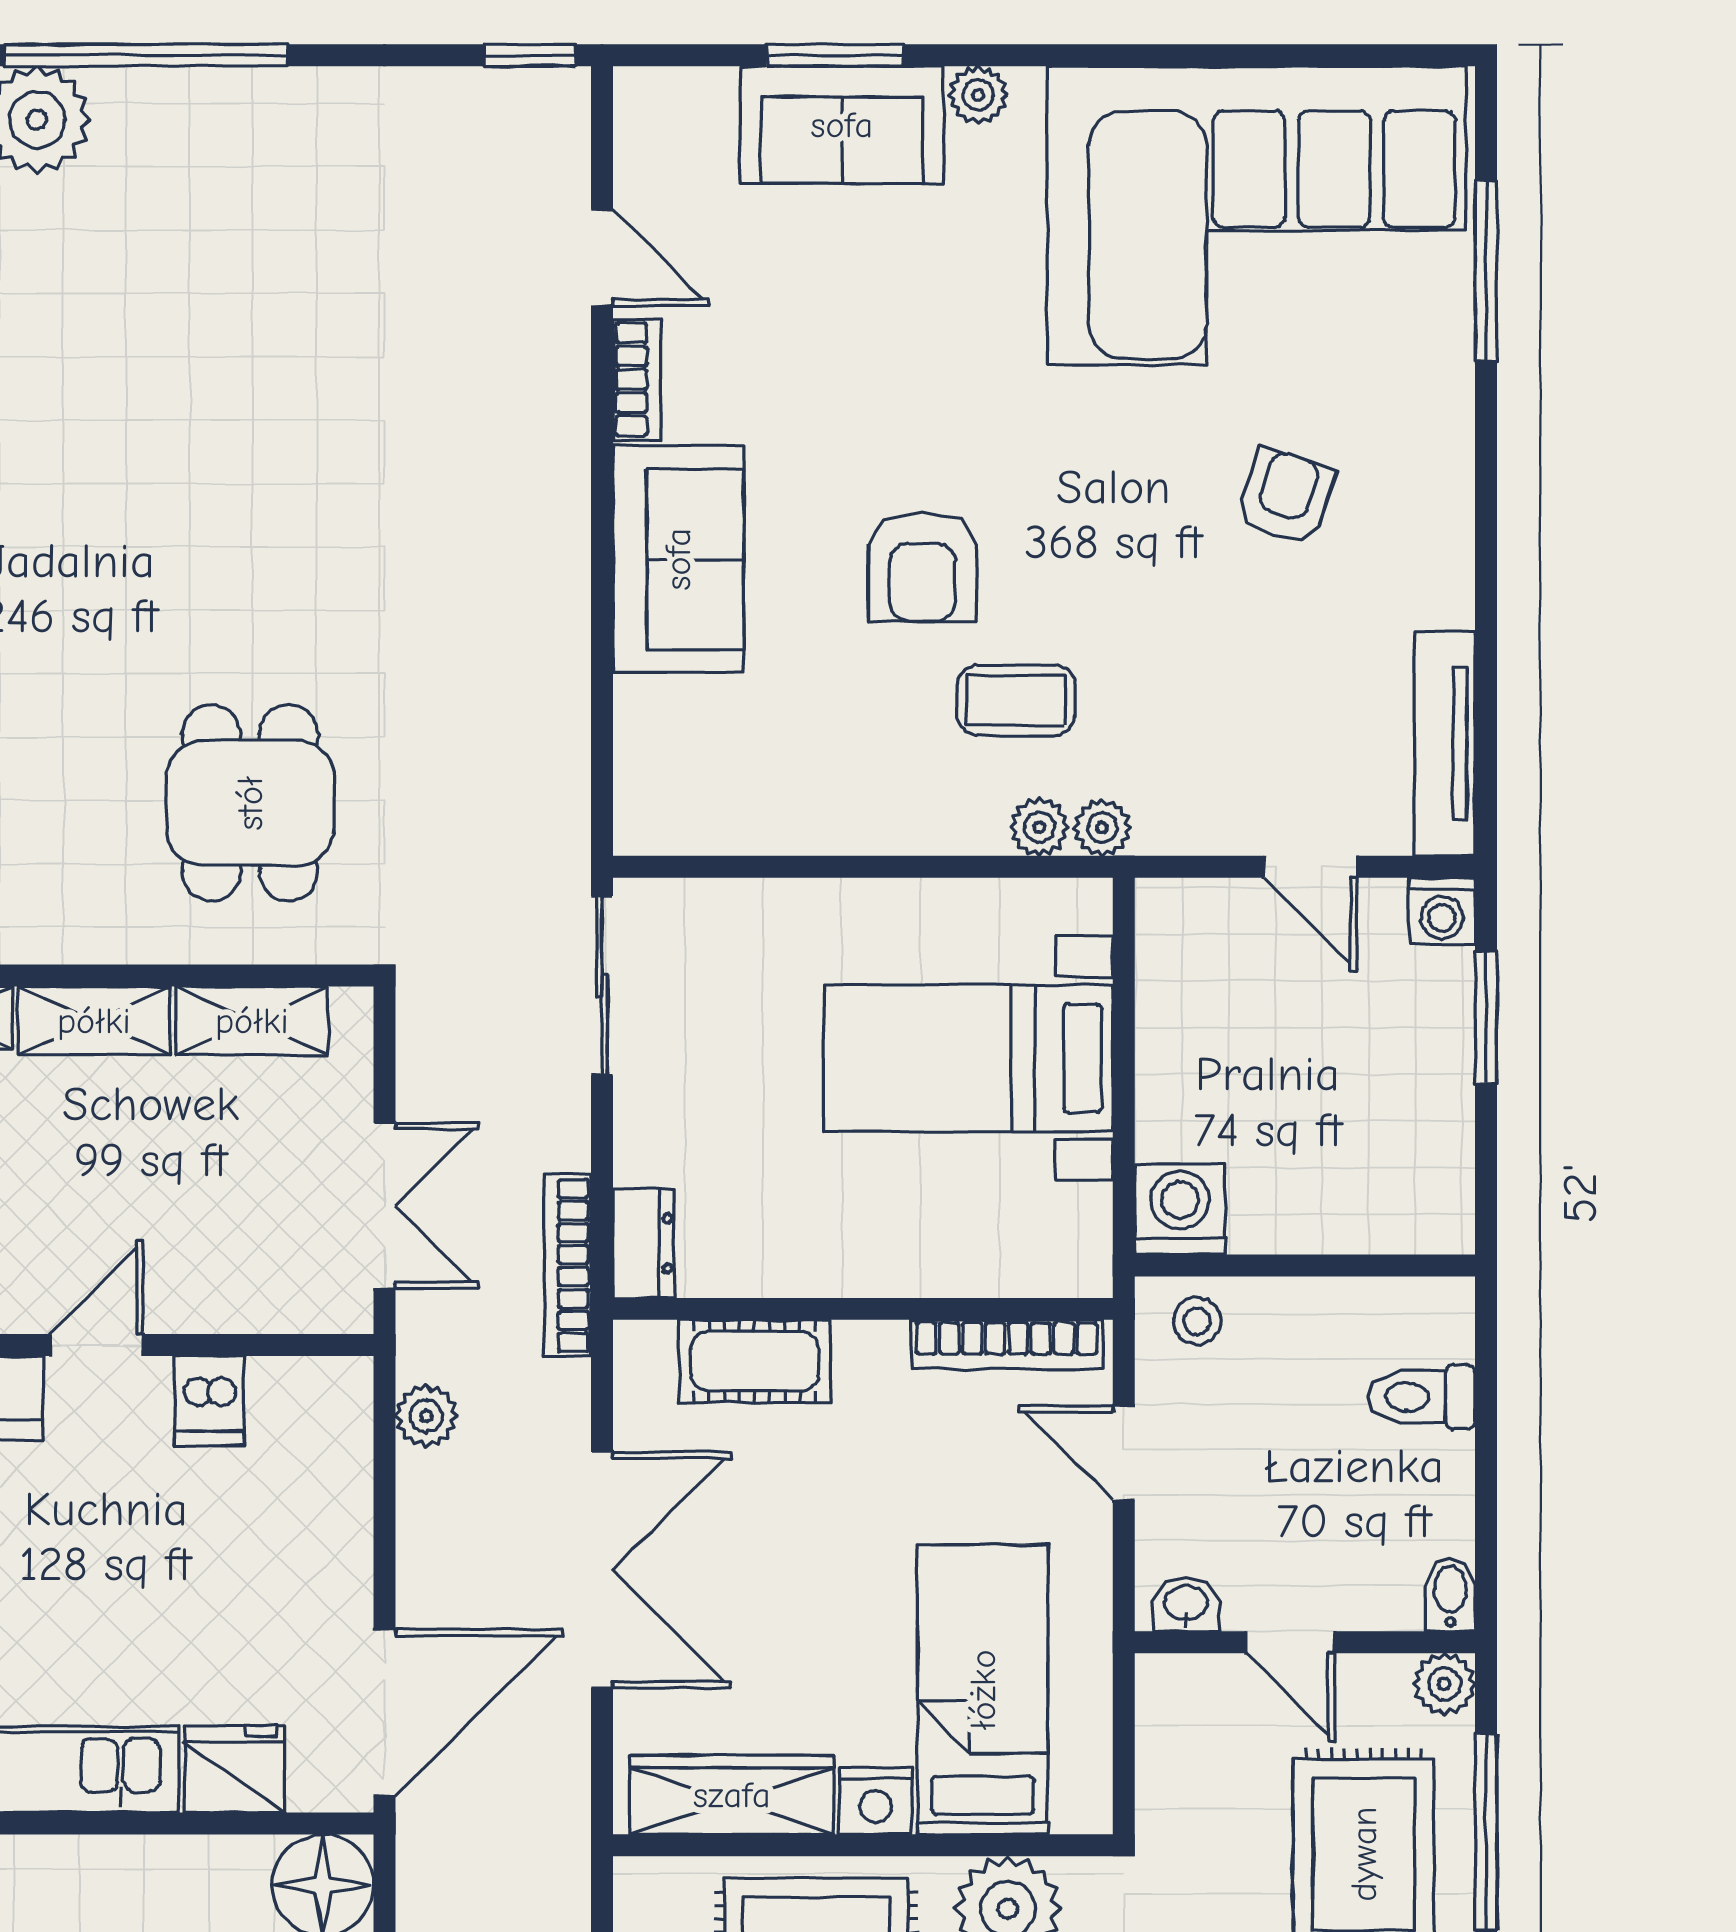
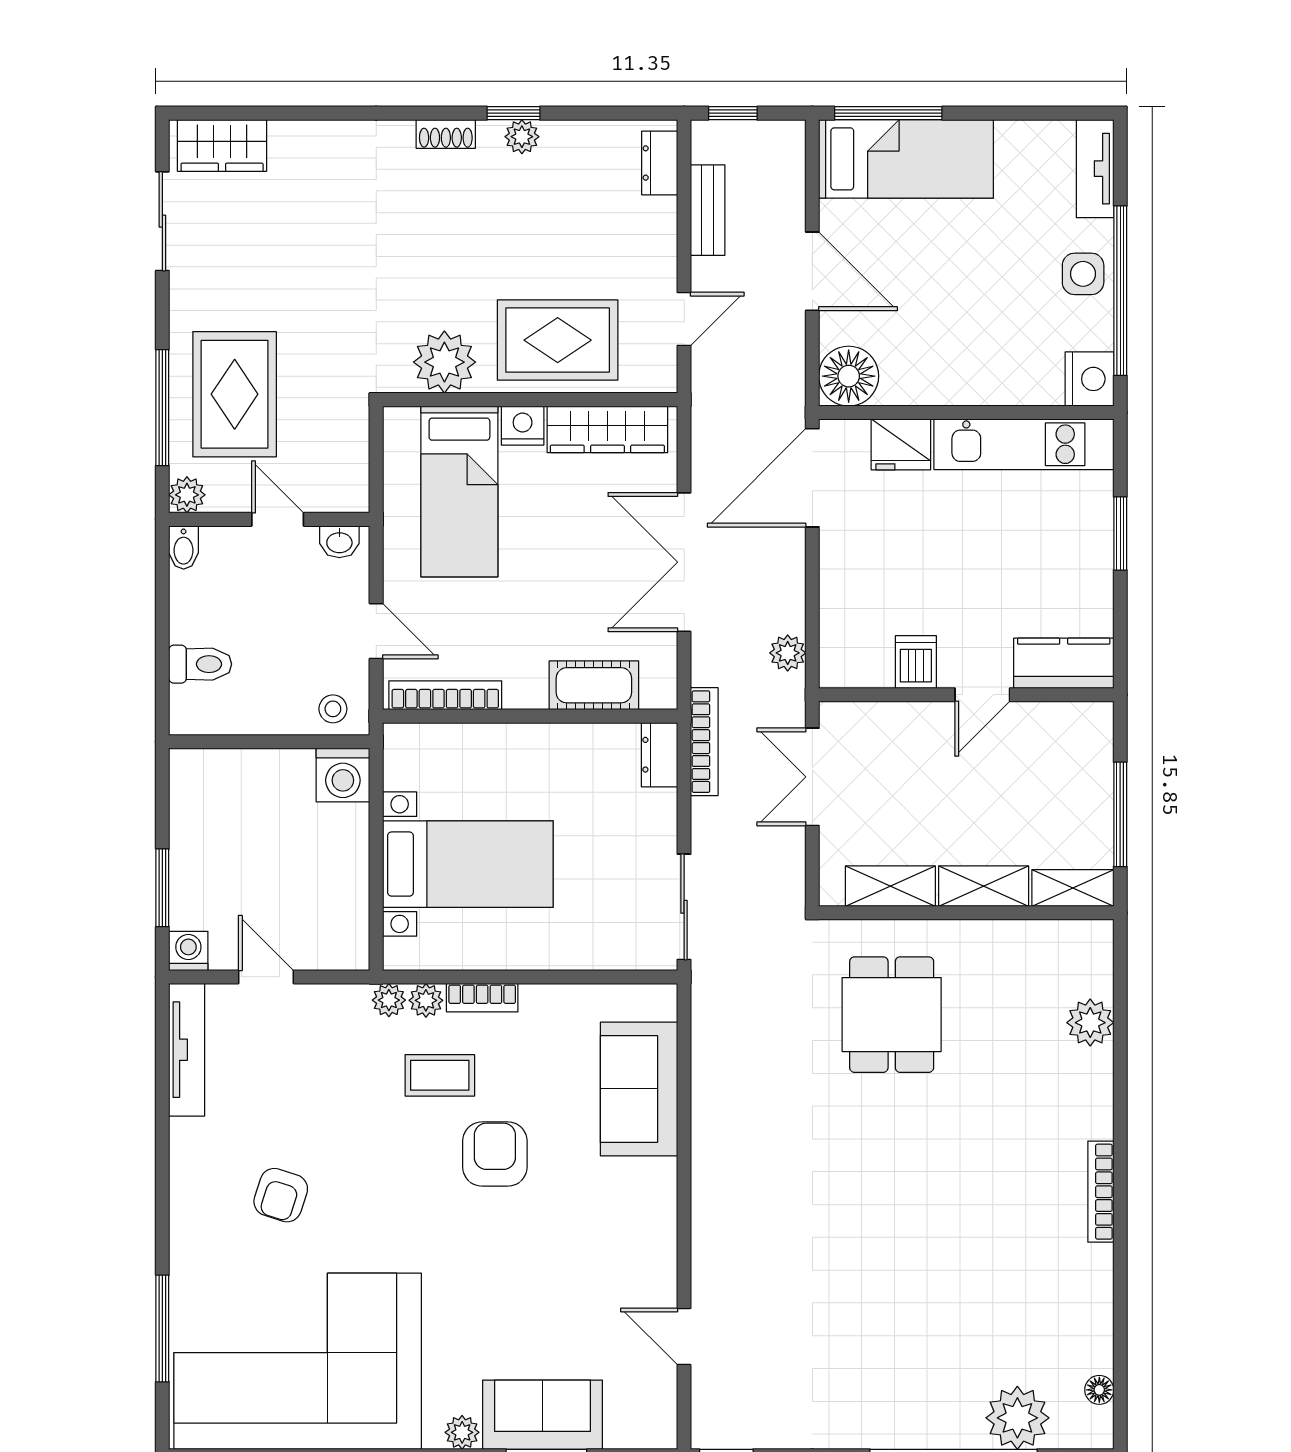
bookcase: (637, 379) -> (482, 998), moved, turned -90
sofa: (678, 559) -> (639, 1089), moved

